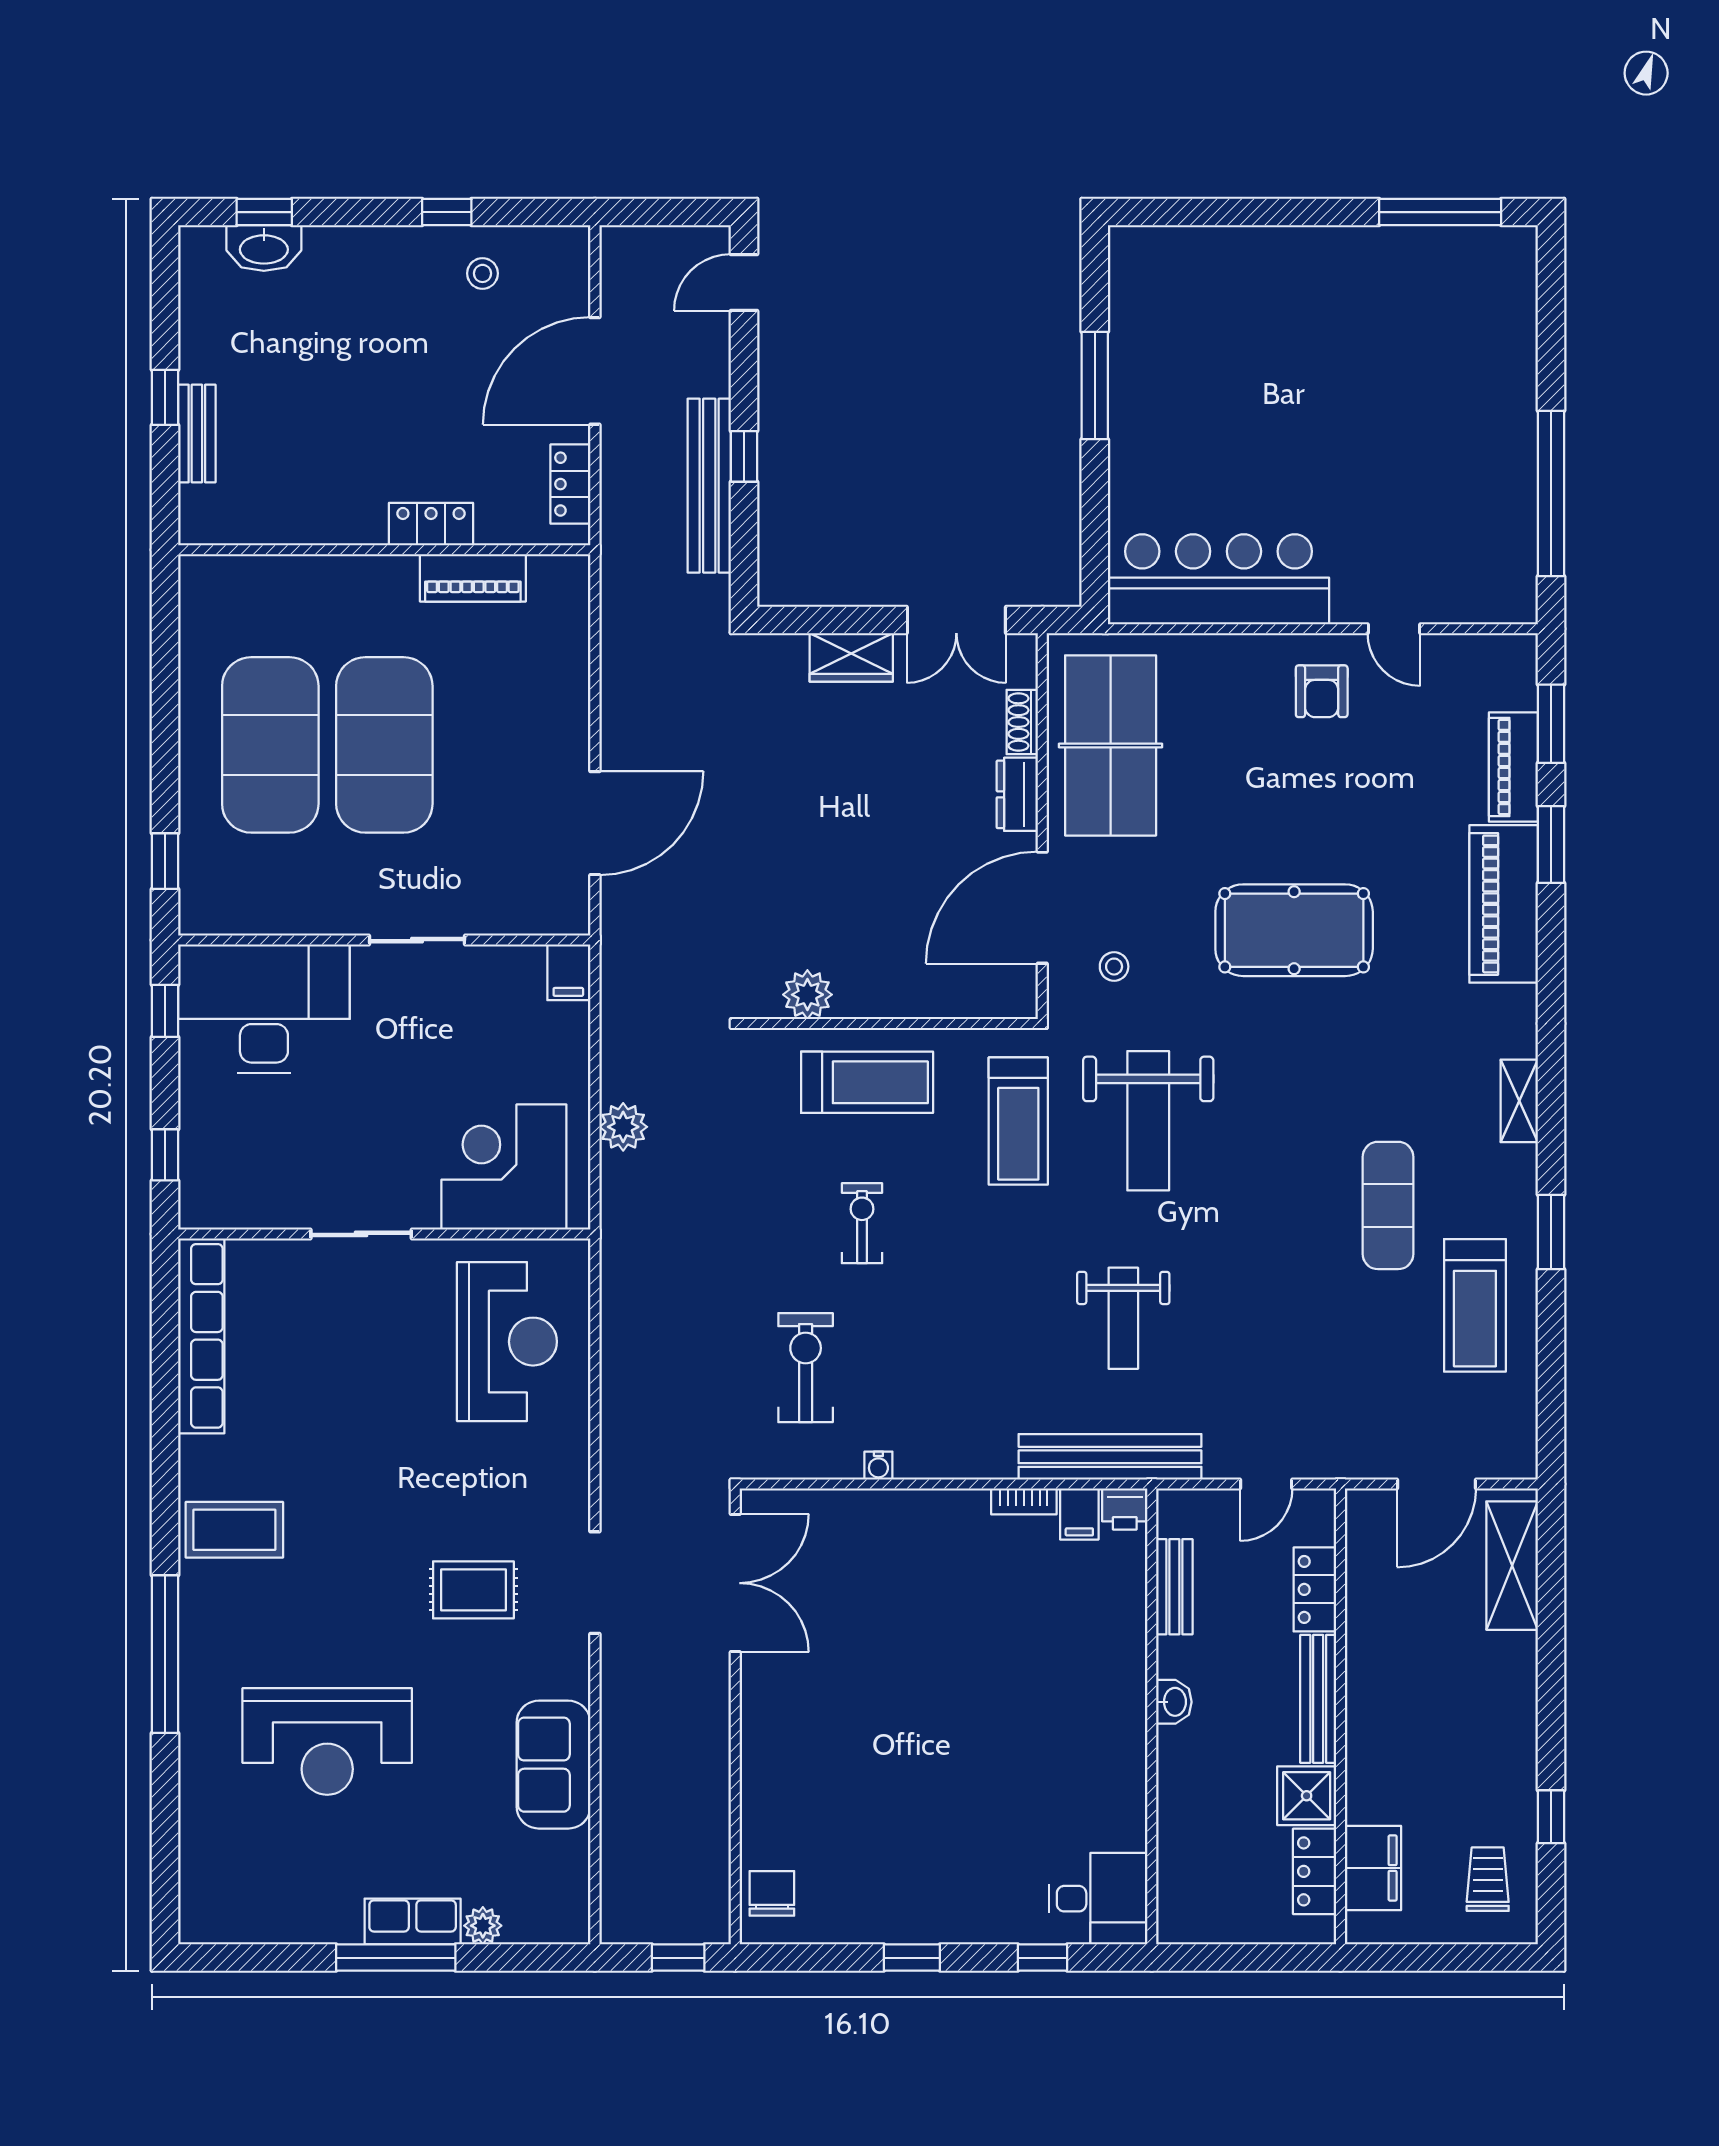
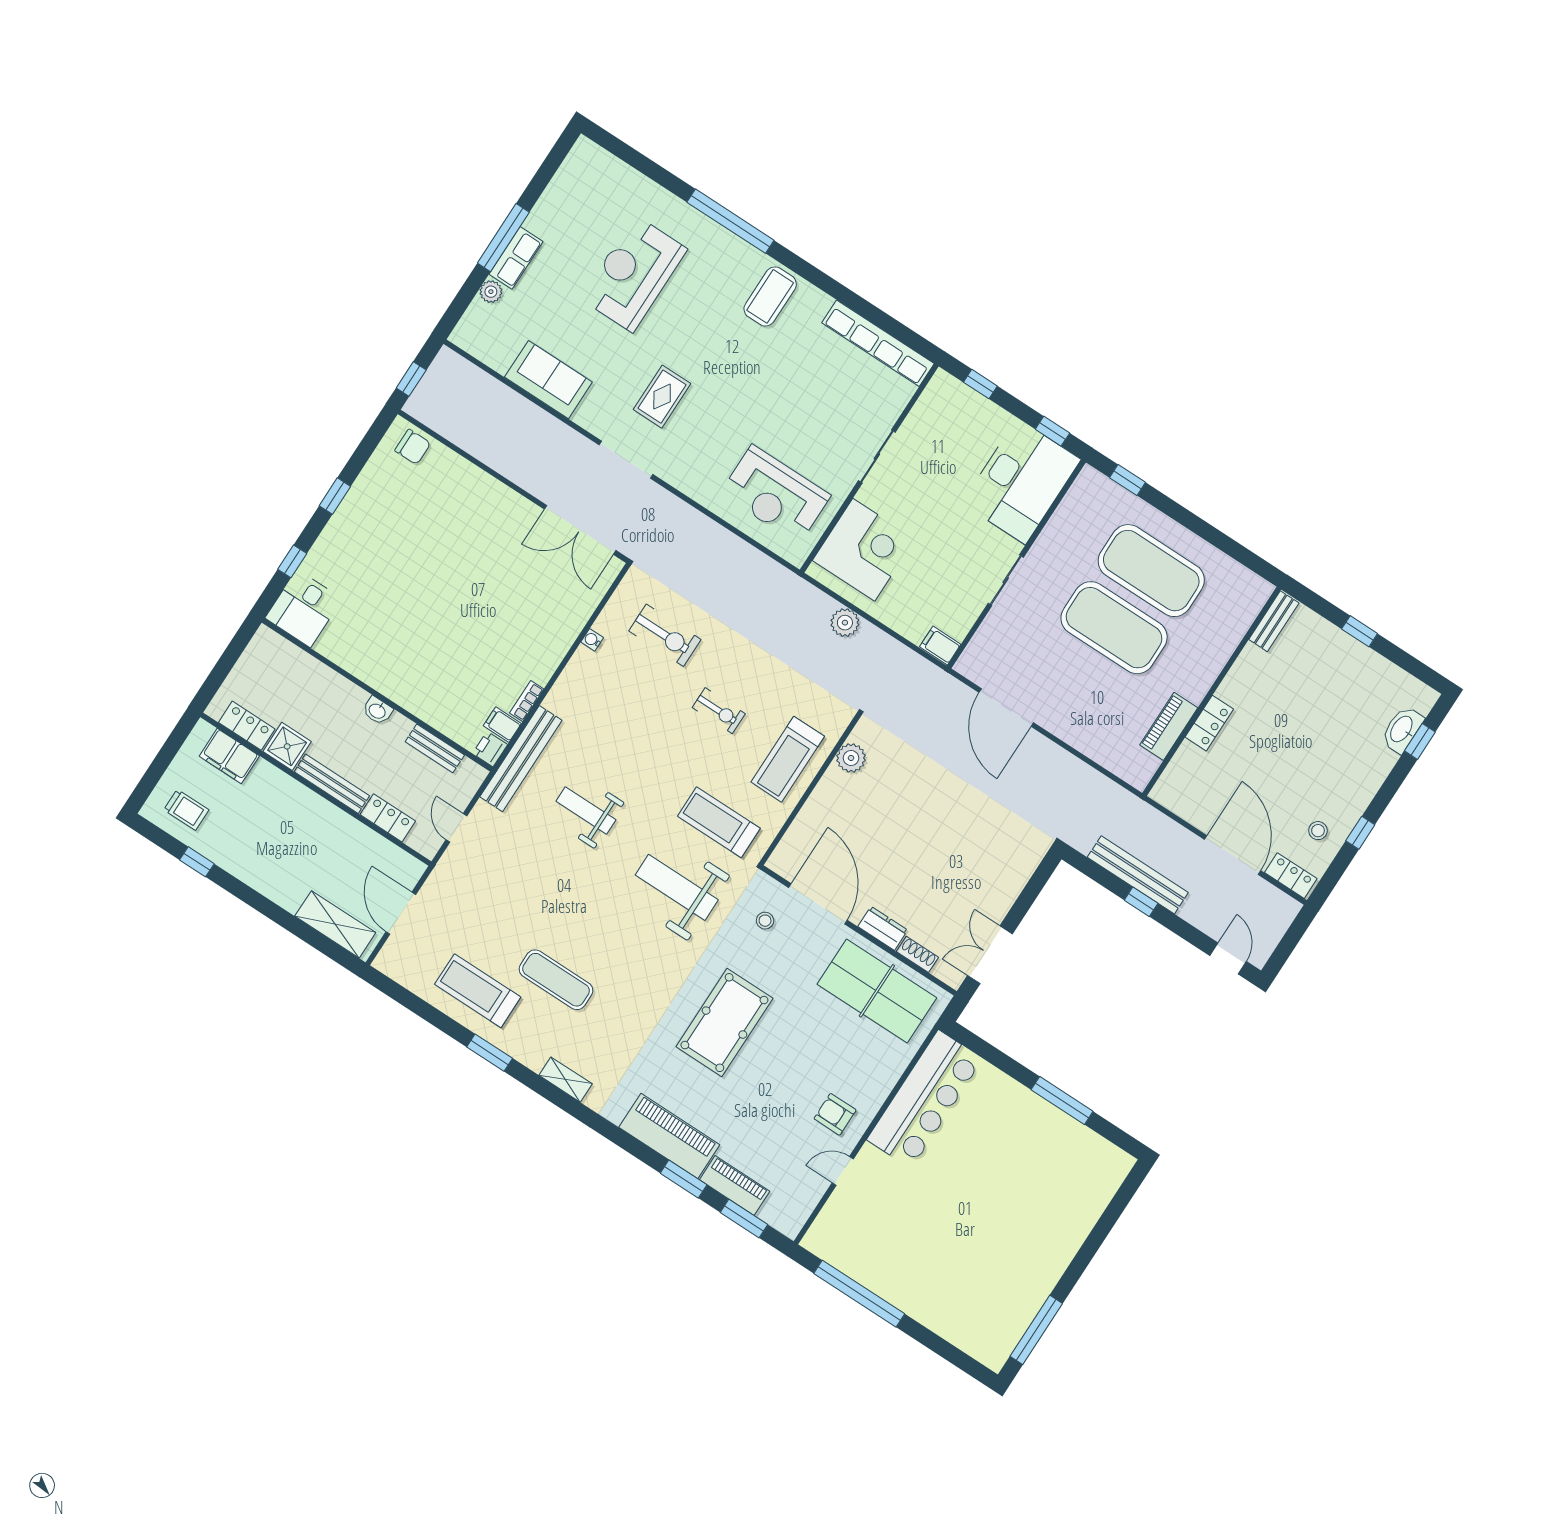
bench: (197, 433) -> (1274, 621), moved, turned 90
locker: (570, 484) -> (1291, 876), moved
wardrobe: (851, 657) -> (1006, 890), removed

